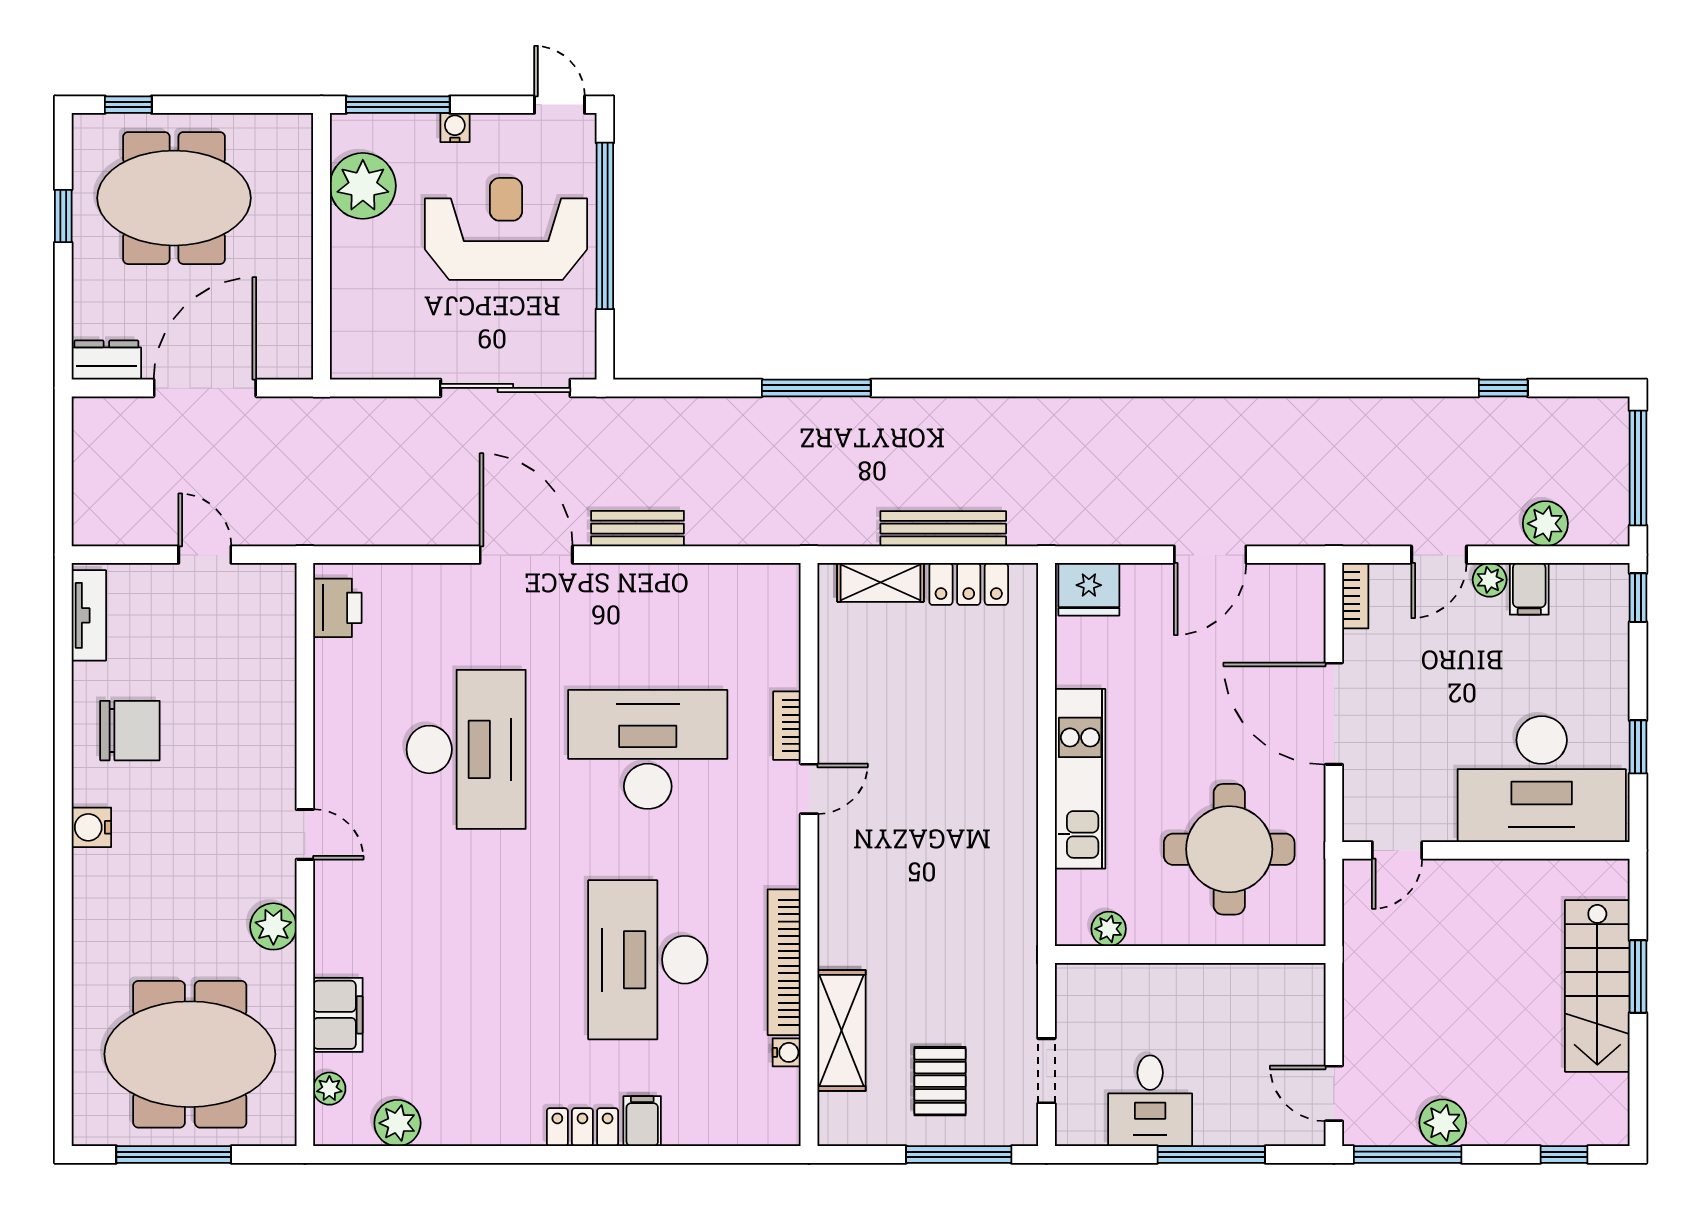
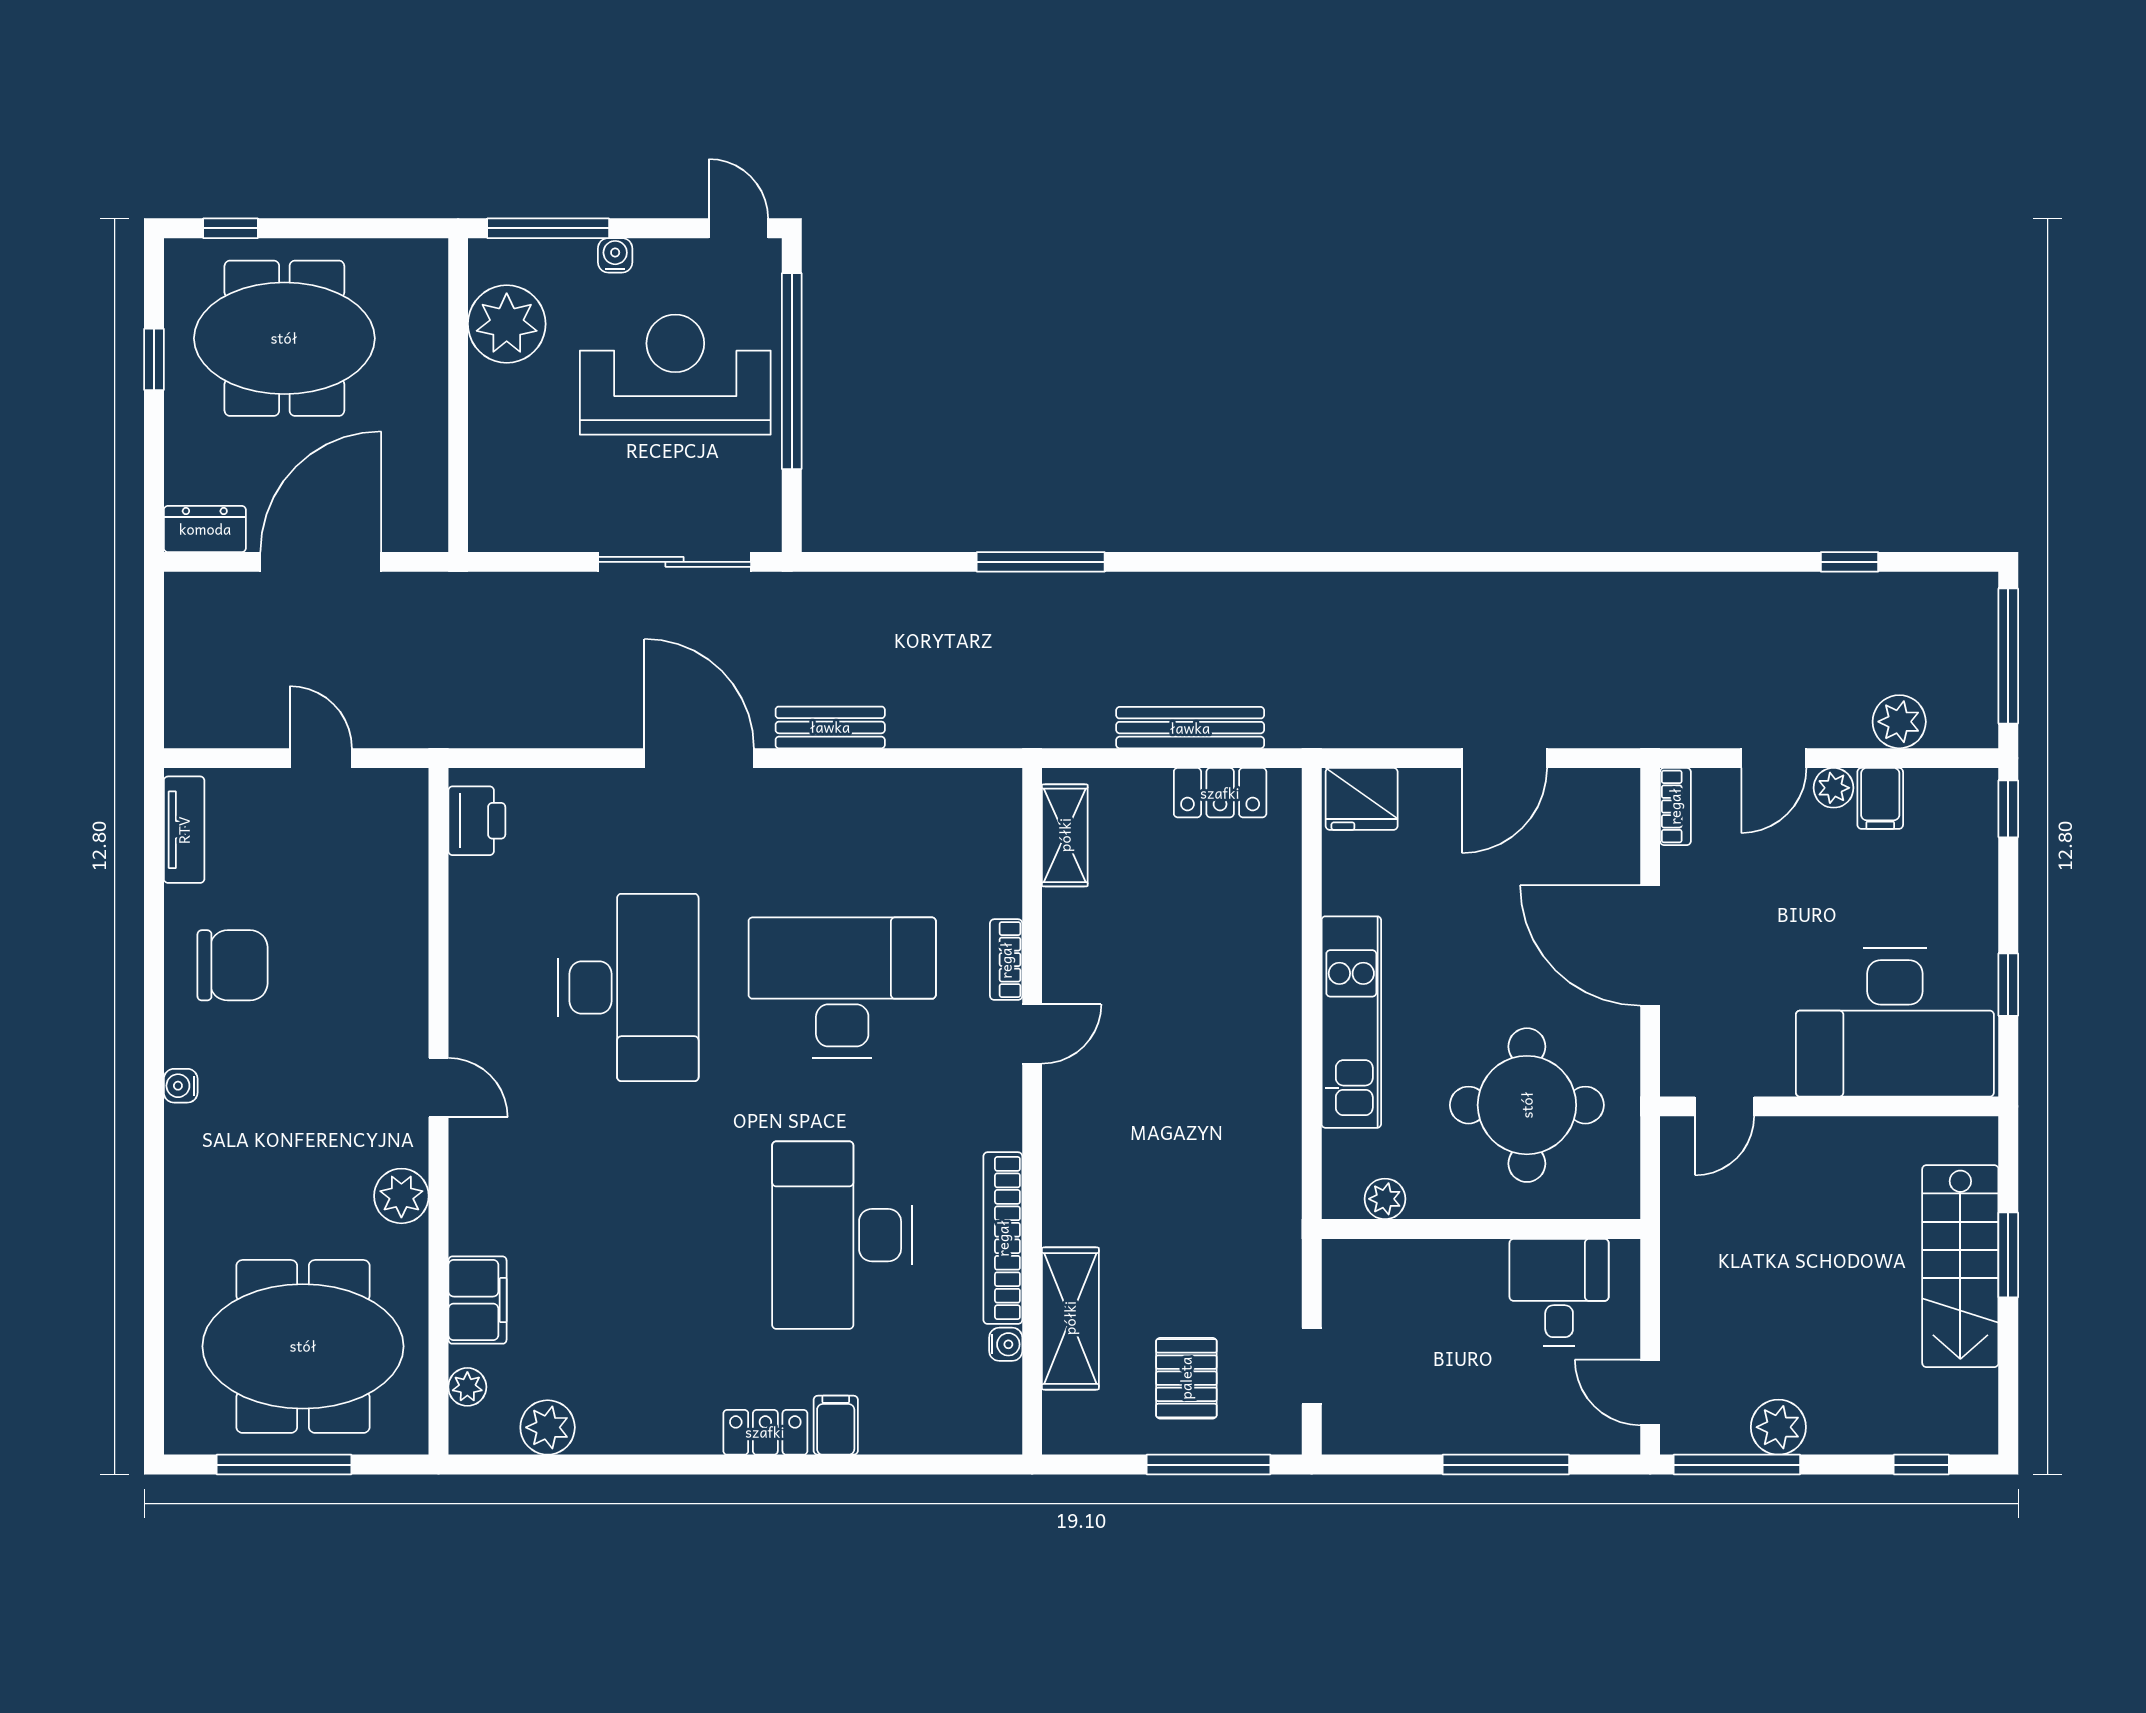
shelving: (880, 582) -> (1065, 835), moved, turned 90
water cooler: (91, 827) -> (181, 1086), width x0.72, depth x0.72
desk: (1150, 1101) -> (1559, 1292), moved, turned 180

